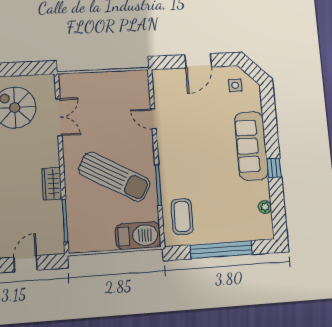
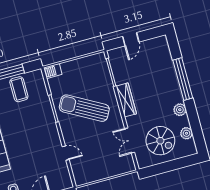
wardrobe: (52, 184) -> (126, 100), width x1.50
coffee table: (182, 217) -> (19, 89), moved
barbecue: (138, 236) -> (53, 71), width x0.53, depth x0.65

